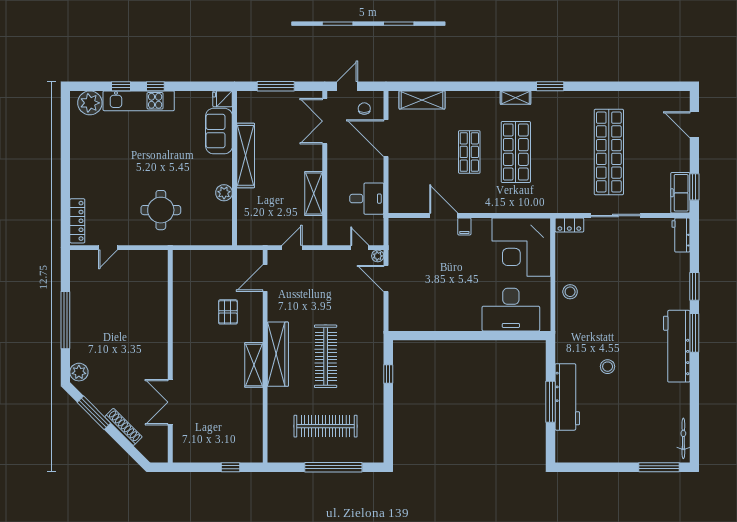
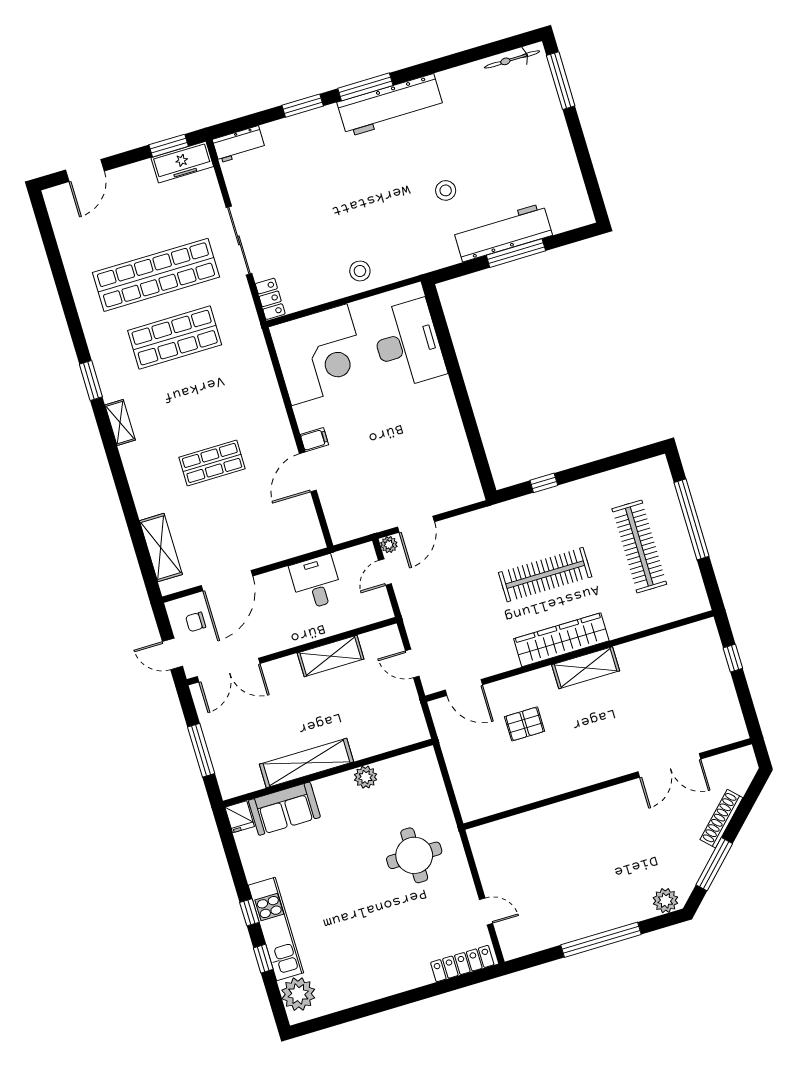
shop shelf: (516, 152) -> (175, 338), moved

